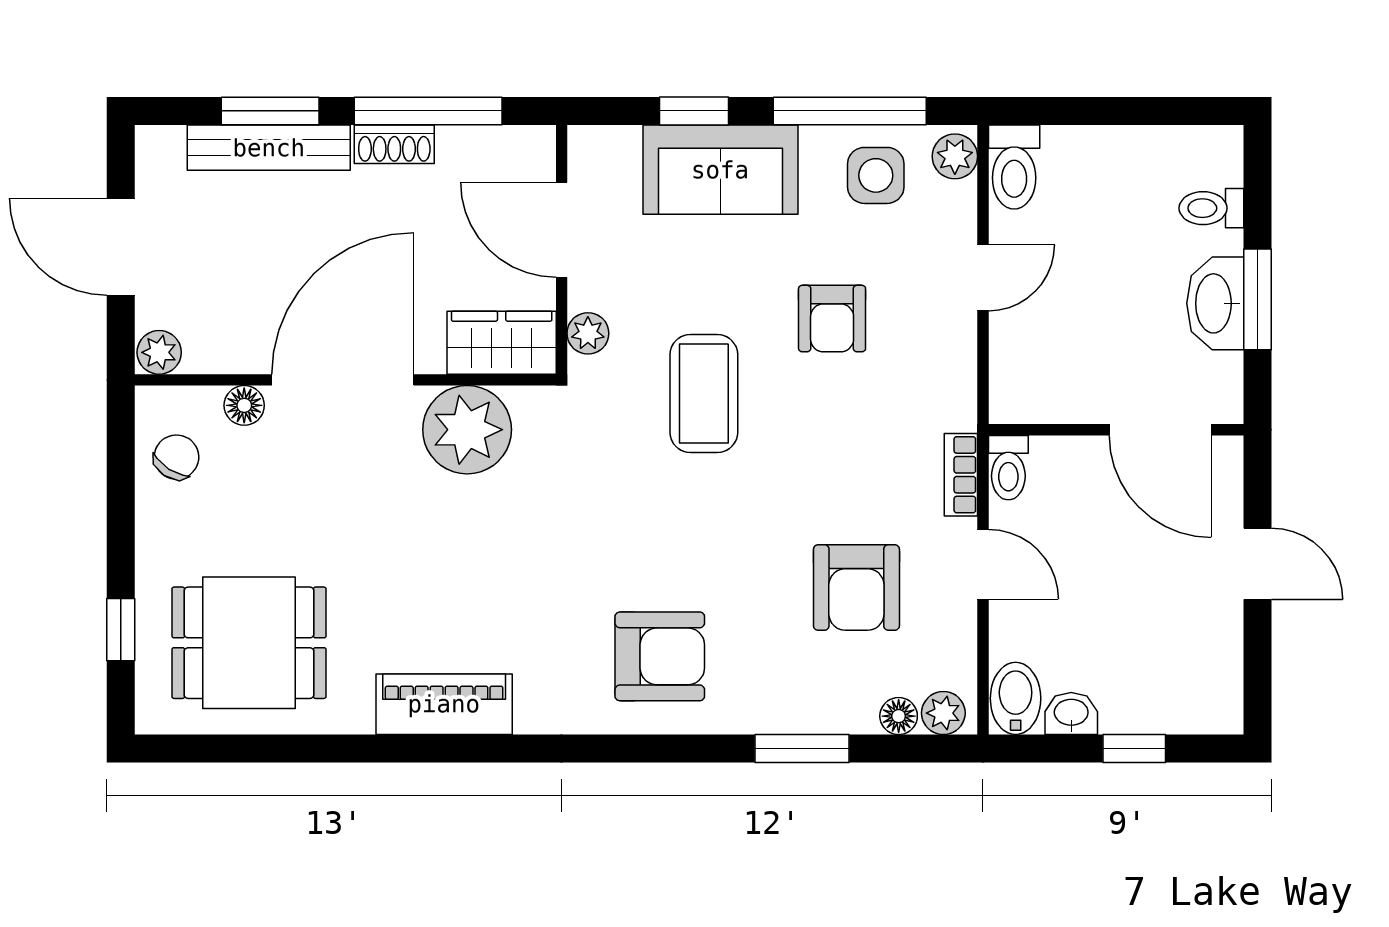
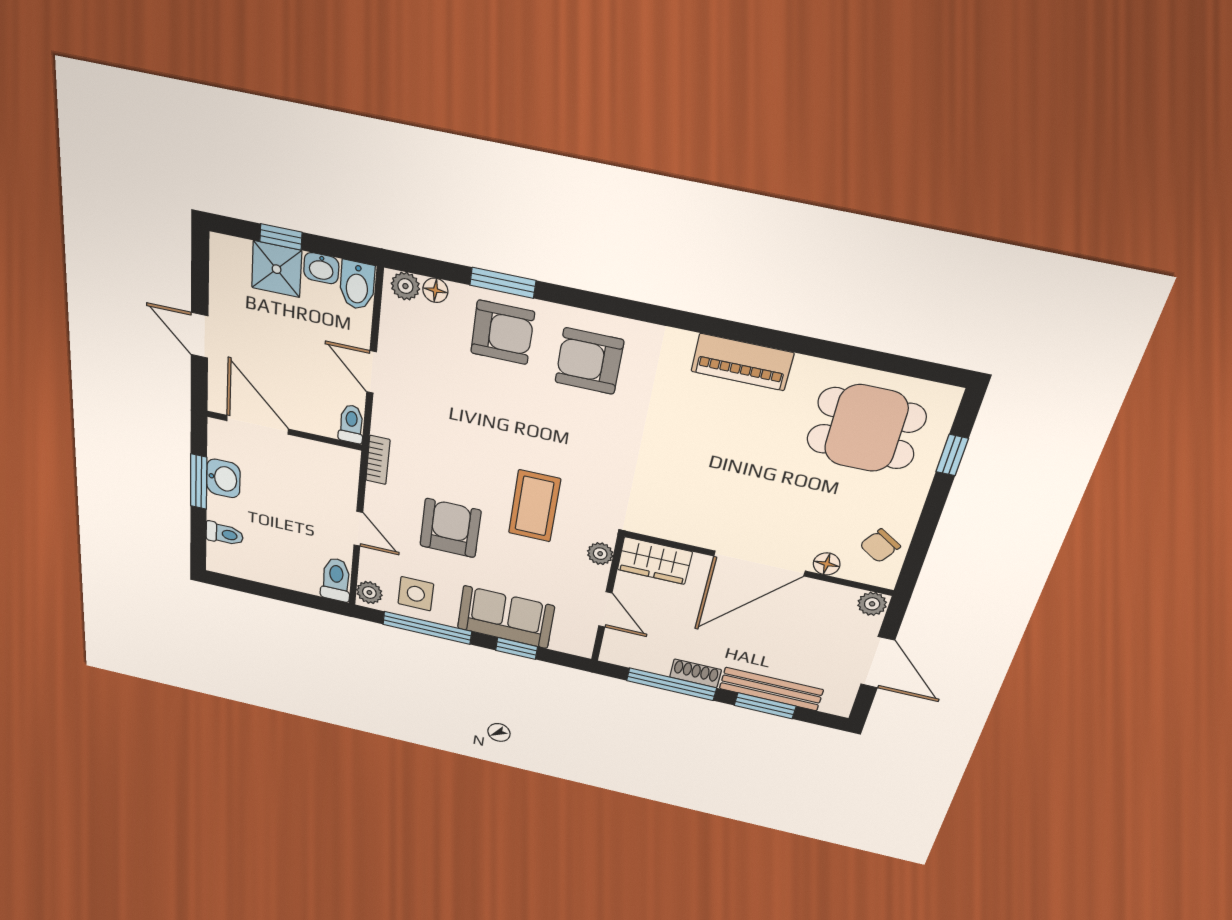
door: (562, 230) -> (605, 609), width x0.73
door: (983, 278) -> (358, 529), swing flipped
washbasin: (1215, 303) -> (223, 478), width x0.72
armchair: (832, 319) -> (450, 528), width x1.38, depth x1.38
plant: (467, 430) -> (687, 519), removed
bookcase: (961, 475) -> (378, 460), moved
armchair: (856, 587) -> (503, 332), moved, turned 90
shower: (1139, 698) -> (277, 269), added

